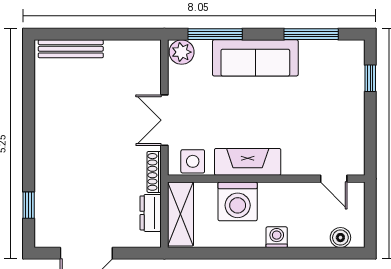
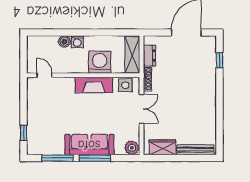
window: (215, 34) -> (95, 158), moved
wardrobe: (128, 53) -> (162, 147), added
boiler: (340, 238) -> (64, 42), moved

